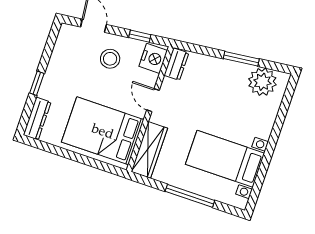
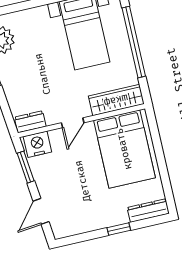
window: (140, 36) -> (26, 167), width x1.50
stool: (110, 59) -> (60, 180), removed
window: (190, 196) -> (134, 42), width x1.46

